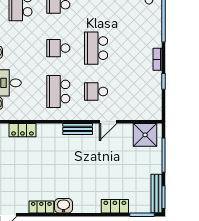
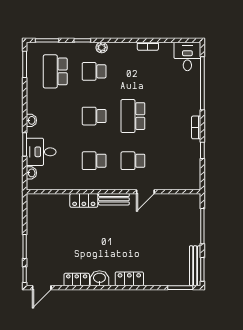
school desk: (58, 92) -> (94, 161), width x0.54
locker: (22, 130) -> (84, 200), moved
shower: (145, 135) -> (183, 205), removed
locker: (115, 206) -> (129, 279), moved

